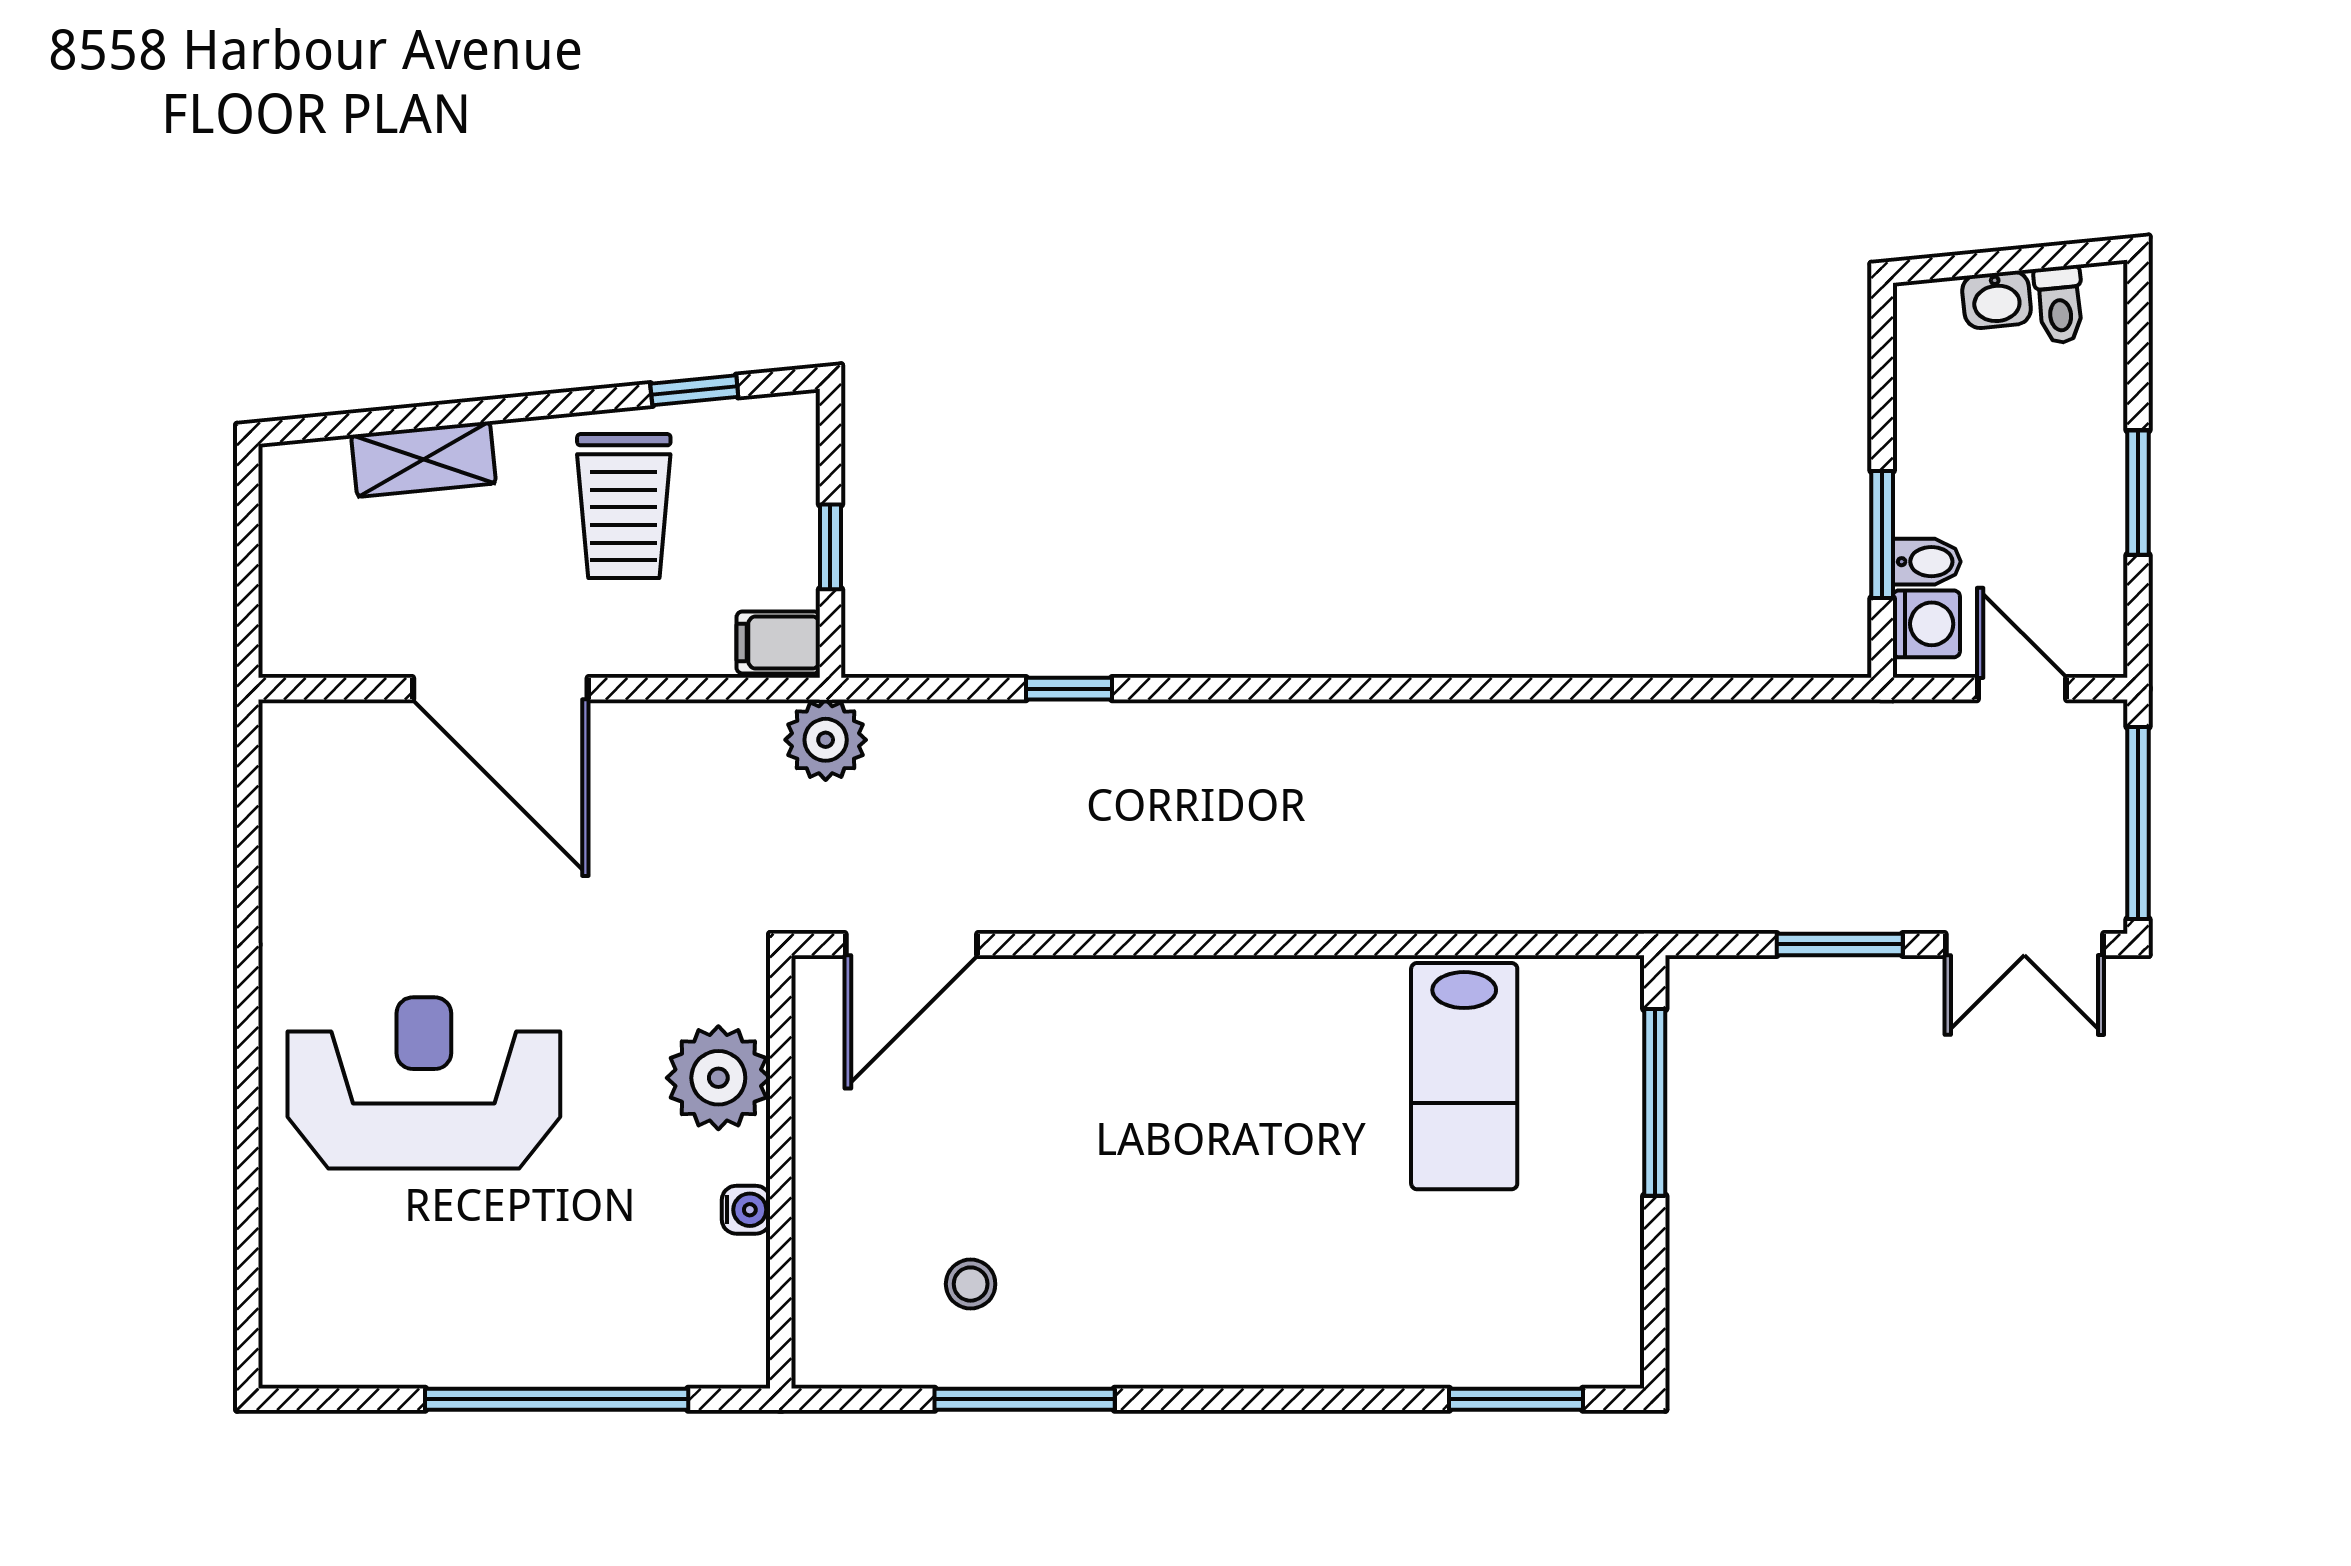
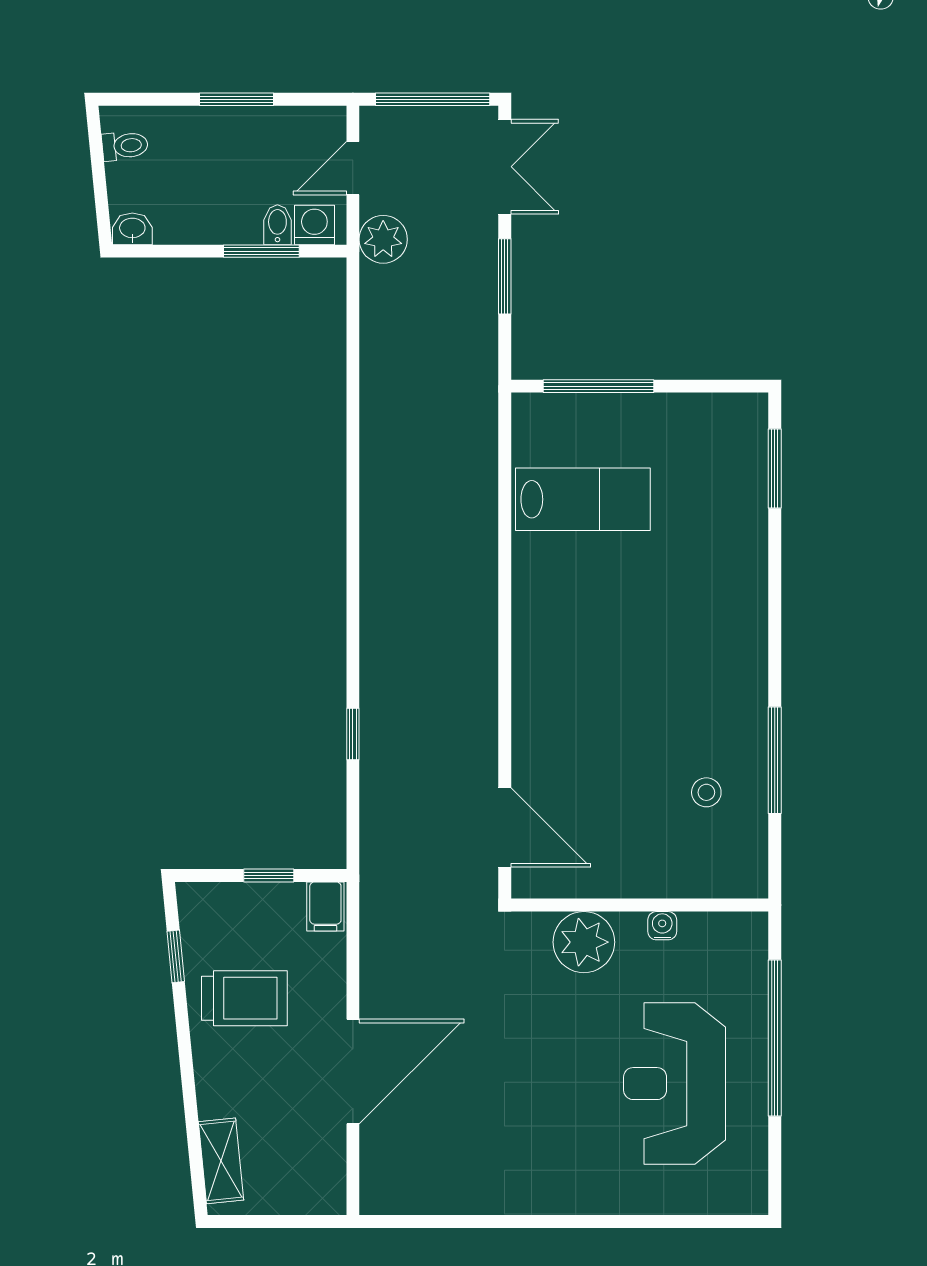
washbasin: (1997, 300) -> (132, 229), moved, turned -84
shelving: (424, 459) -> (221, 1161), moved
plant: (826, 740) -> (383, 239), moved
reception desk: (424, 1083) -> (675, 1084), moved

